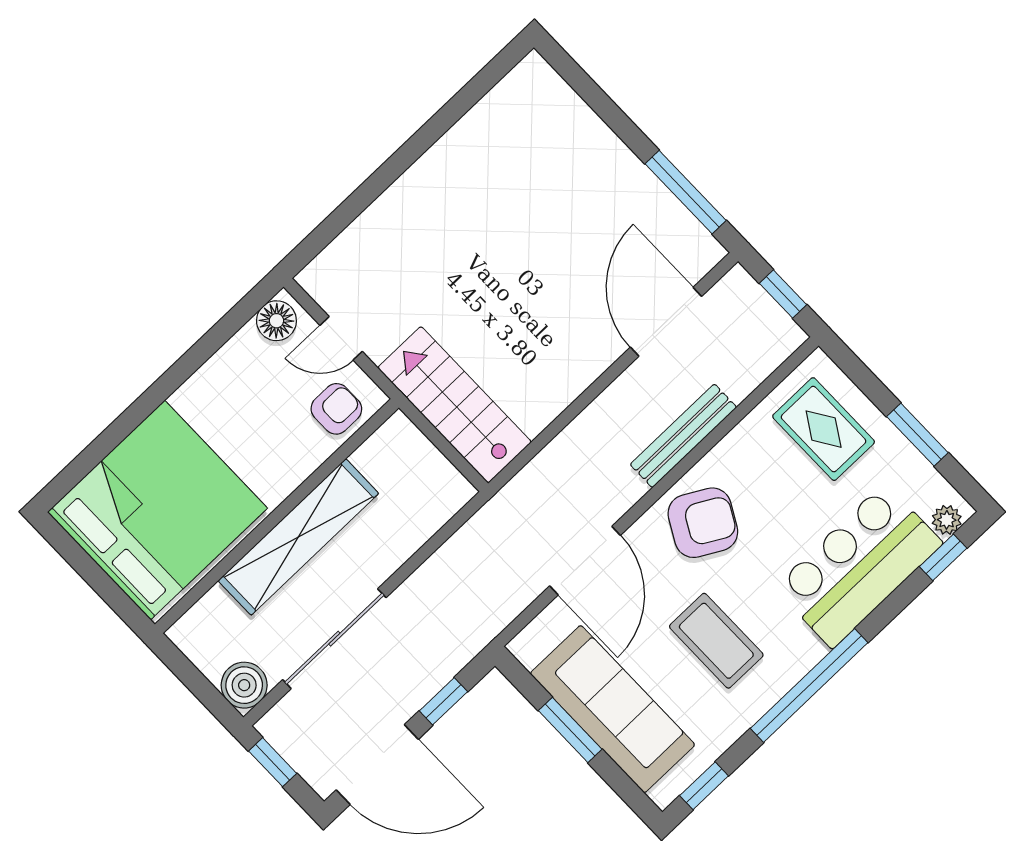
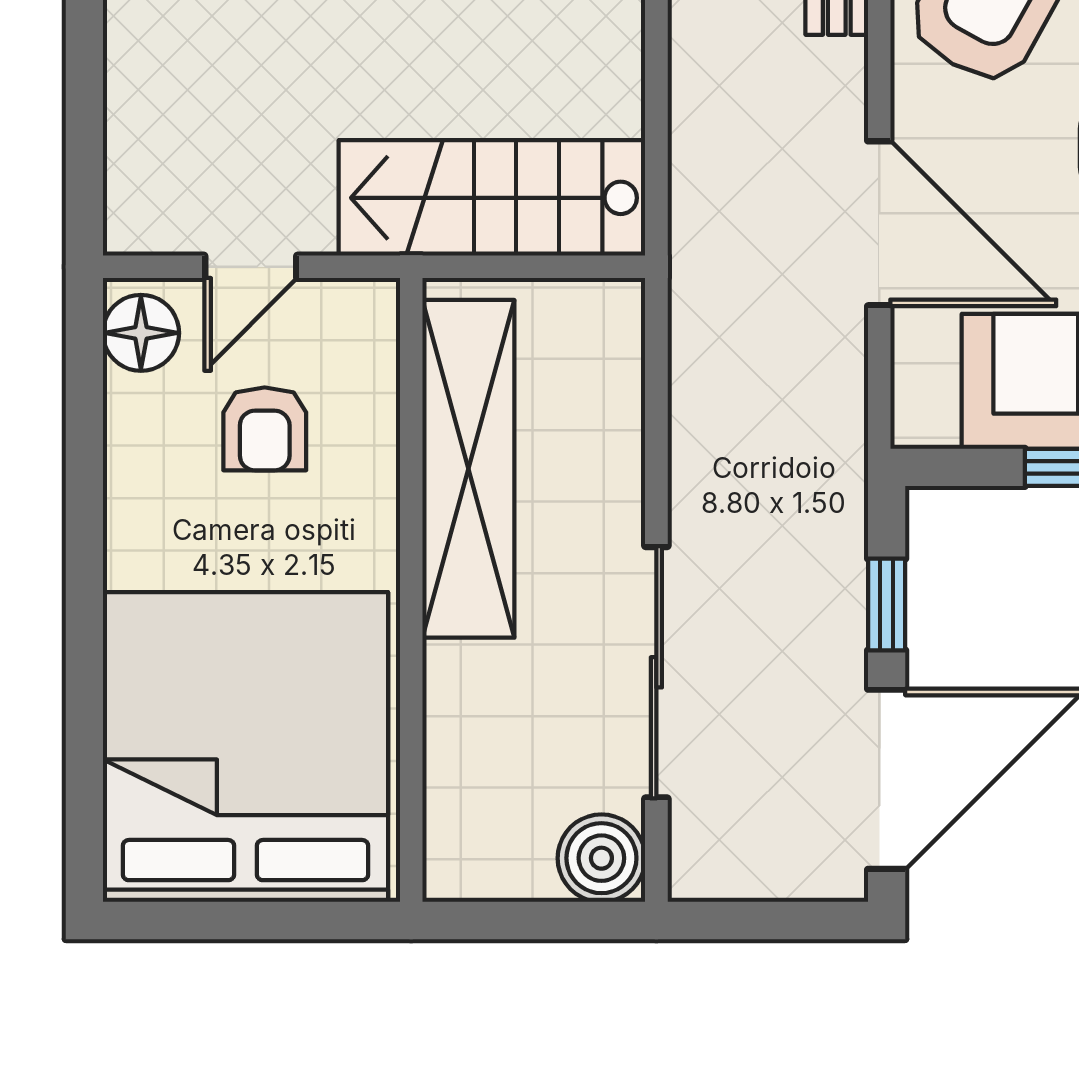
armchair: (336, 409) -> (265, 429), moved, turned 180
shelving: (298, 537) -> (468, 469), moved
window: (273, 762) -> (745, 921), removed

